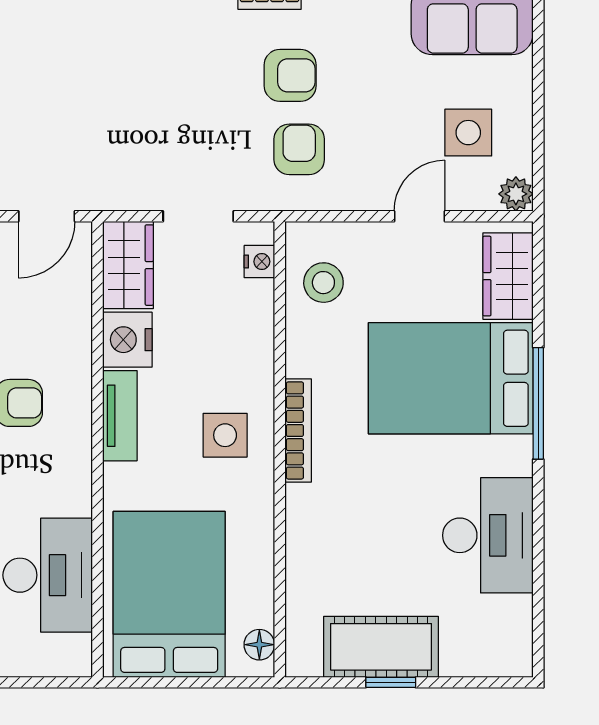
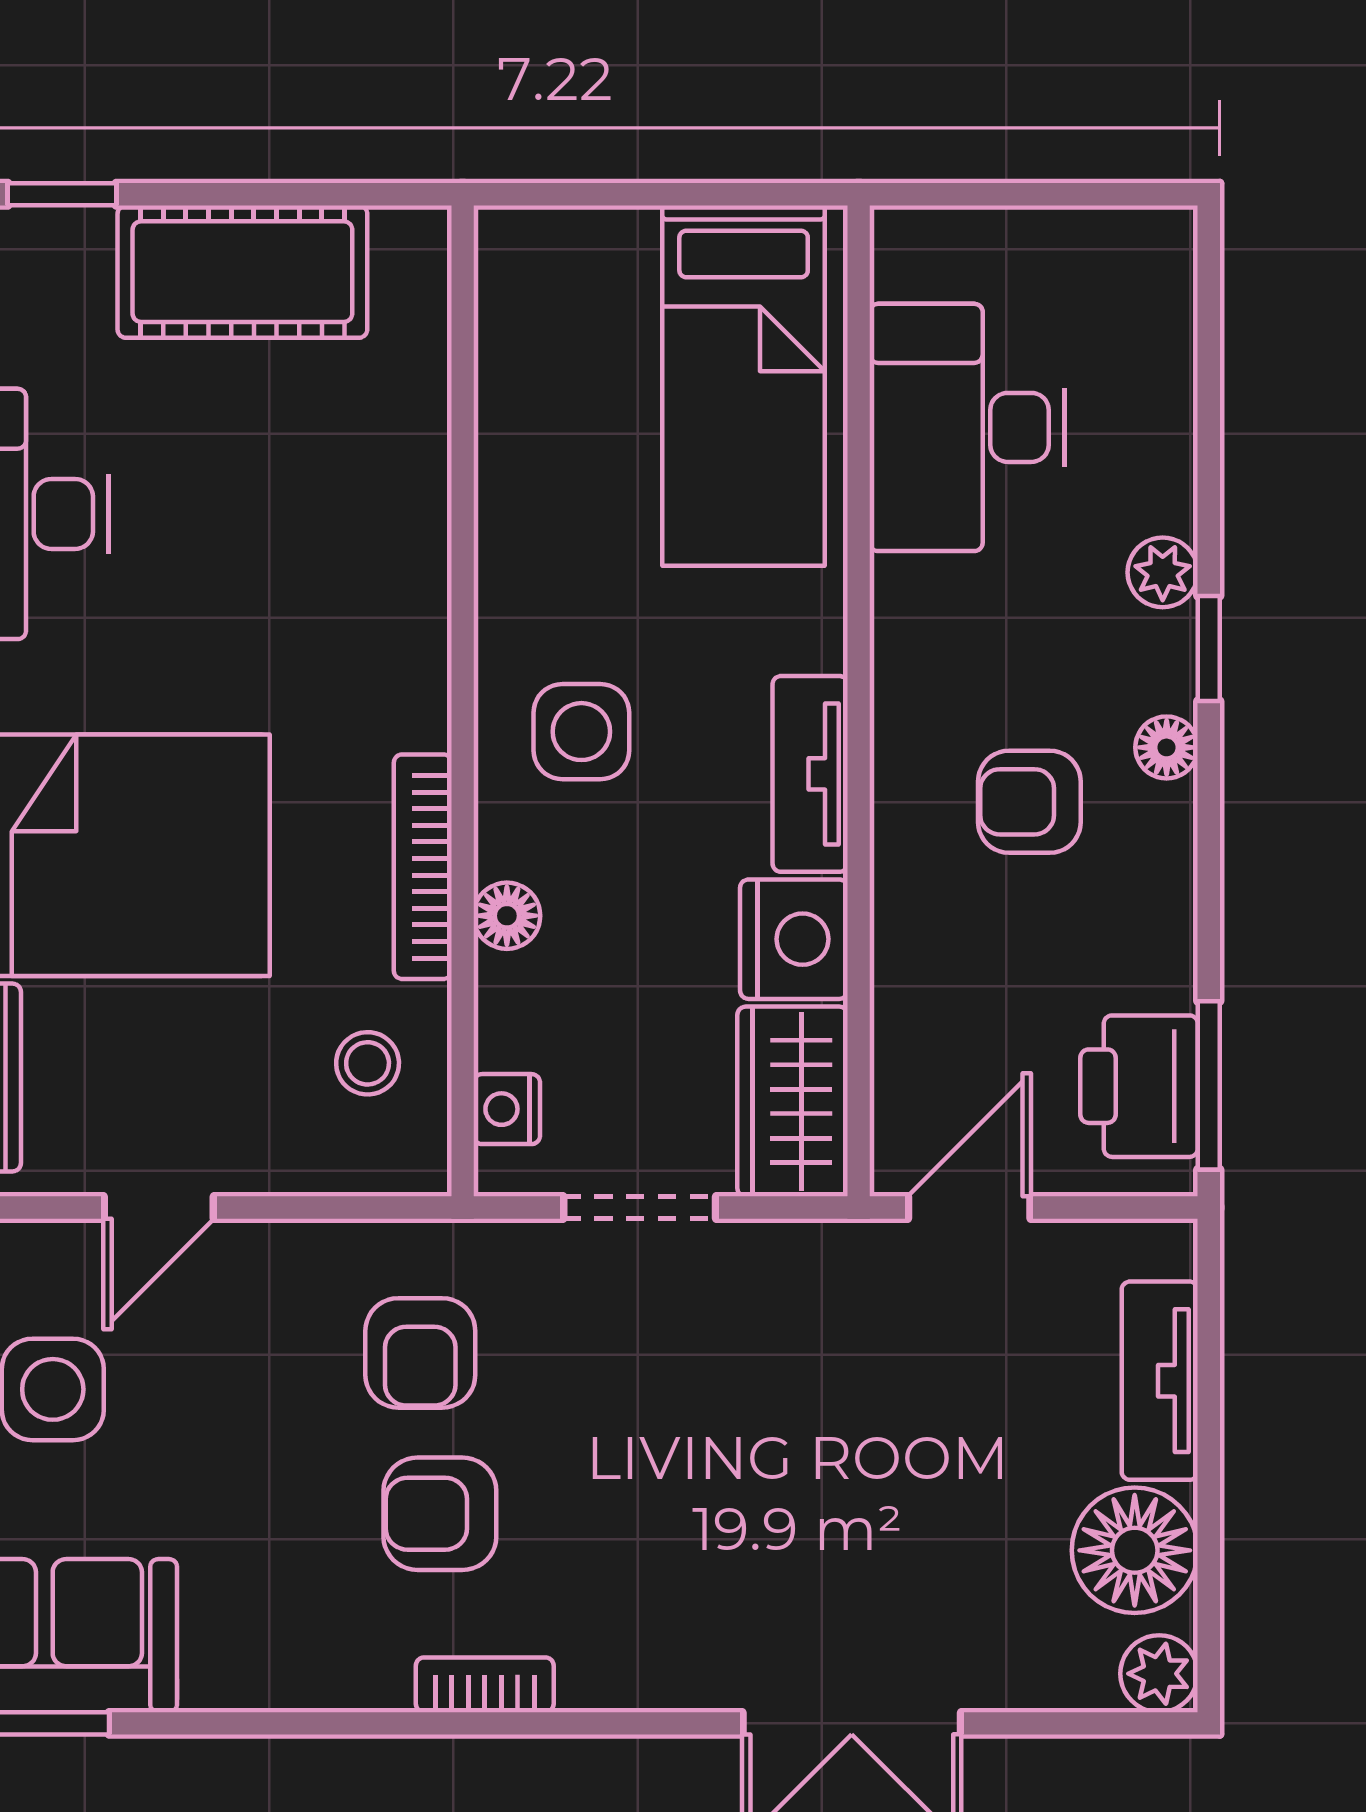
stool: (323, 283) -> (368, 1063), width x0.73, depth x0.73
bookcase: (298, 430) -> (423, 867), moved
bed: (169, 594) -> (744, 386), width x0.67
floor lamp: (259, 645) -> (507, 916), moved
window: (391, 682) -> (62, 194), moved

